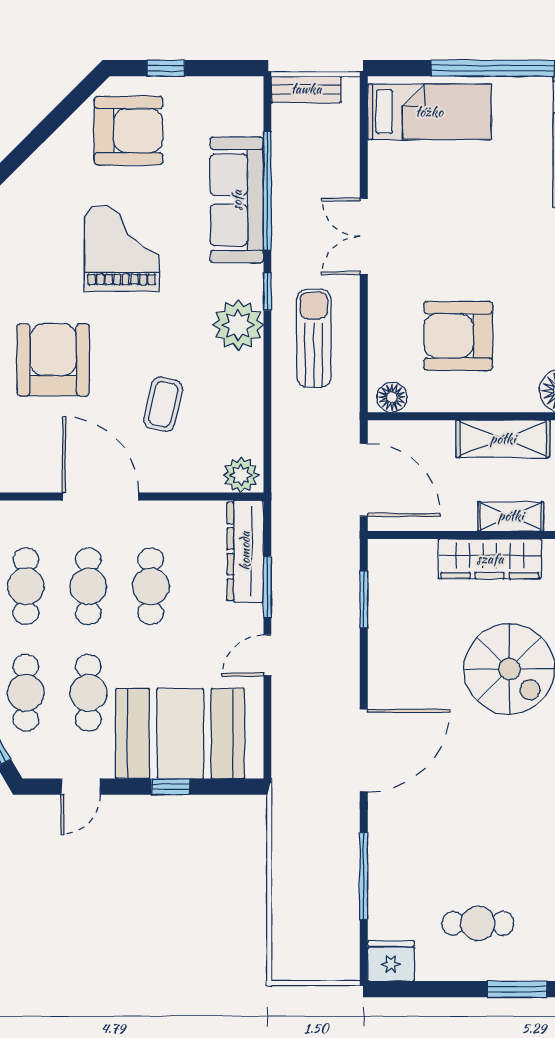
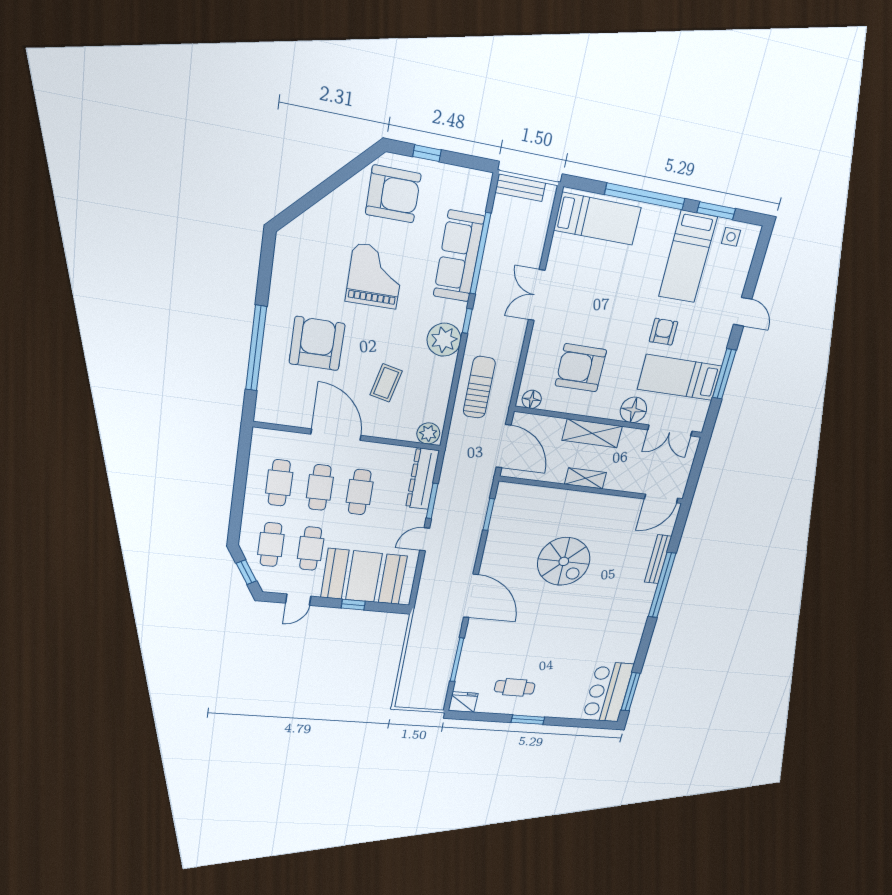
sun lounger: (314, 338) -> (479, 387), moved
wardrobe: (490, 559) -> (568, 501), removed
door: (364, 750) -> (471, 596), hinge flipped

